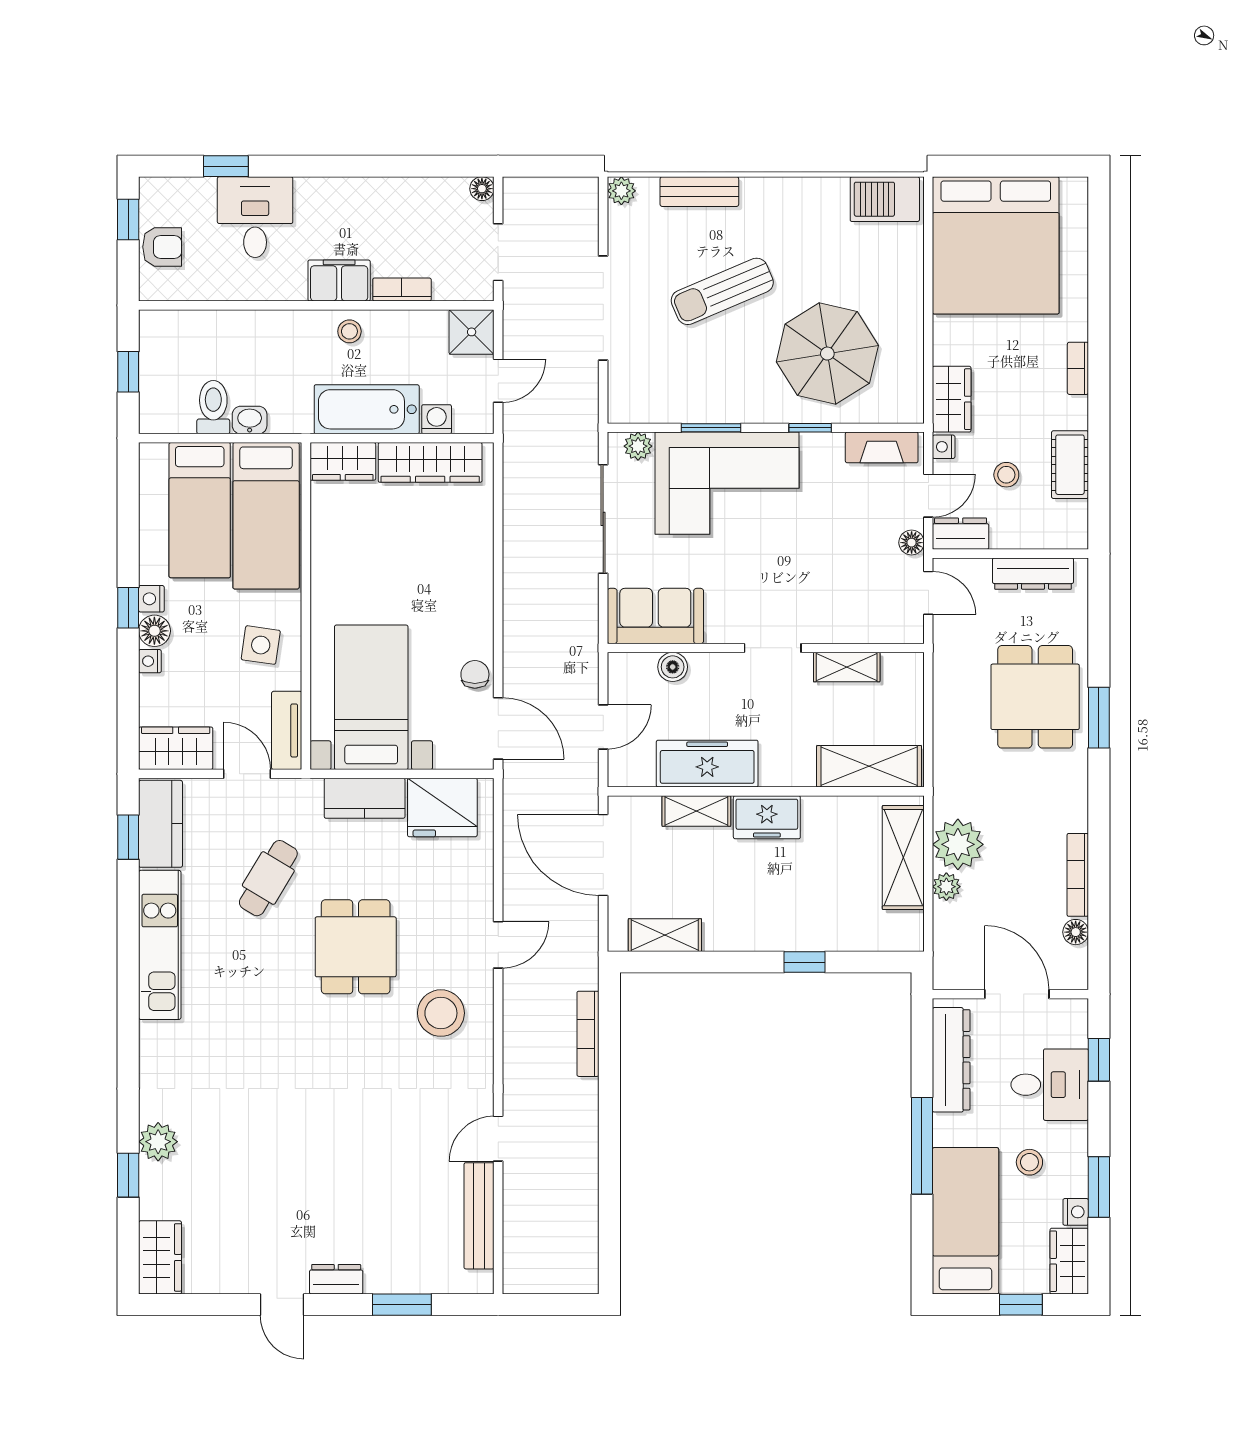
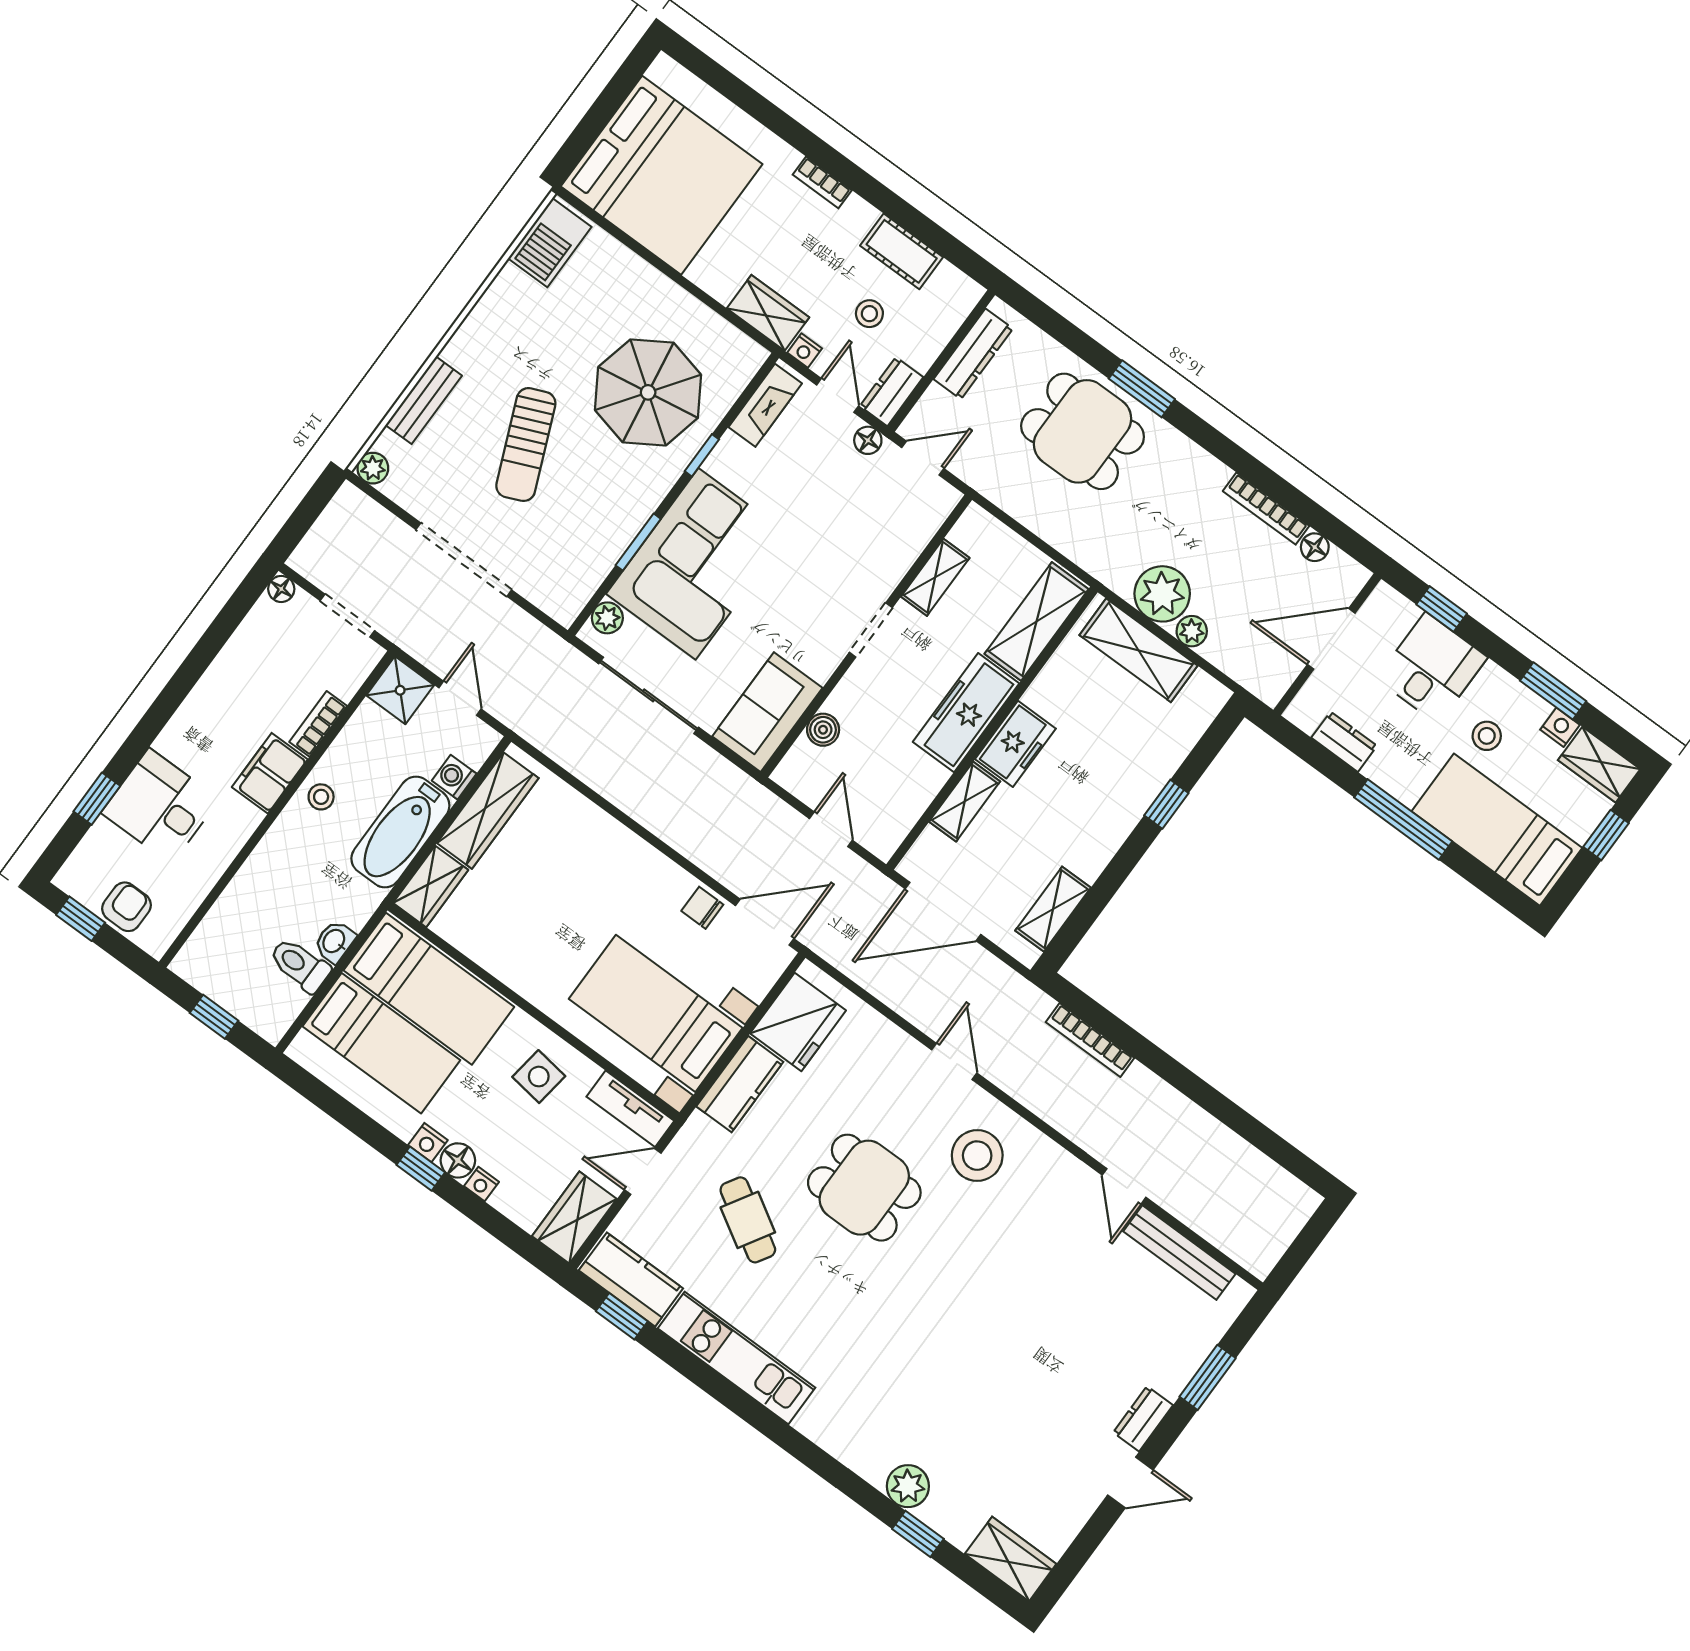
freezer: (707, 764) -> (966, 713), moved
dresser: (951, 1060) -> (1344, 742), width x0.51, depth x0.80

